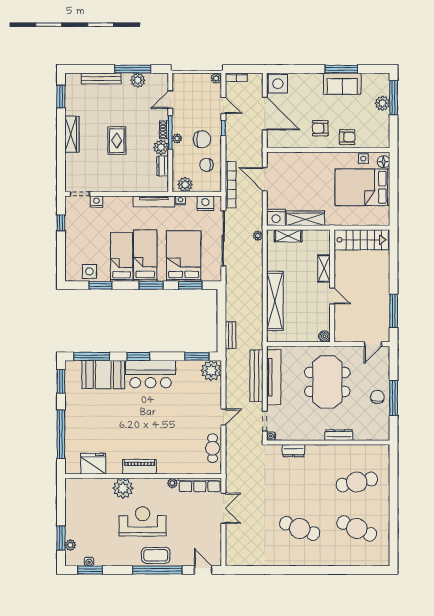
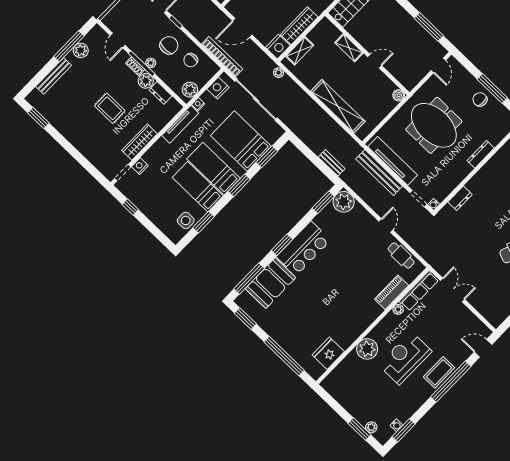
wardrobe: (72, 134) -> (140, 142), moved, turned -90
piano: (139, 467) -> (392, 292), moved

